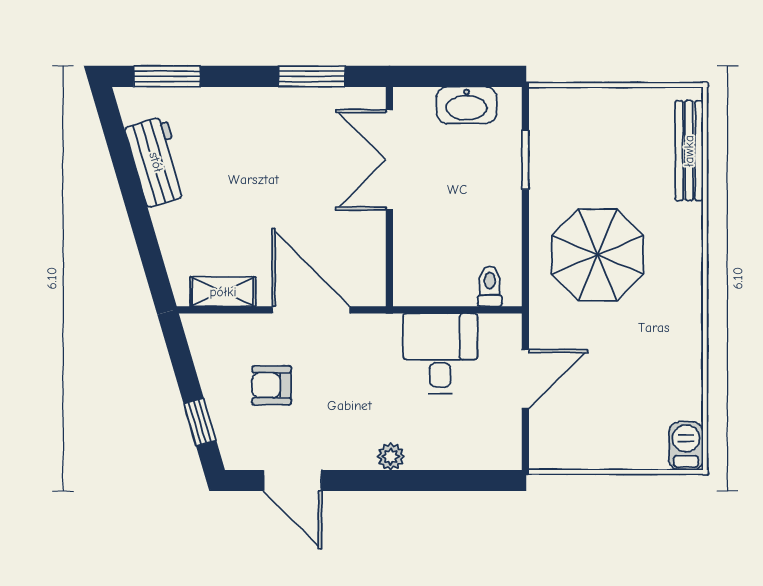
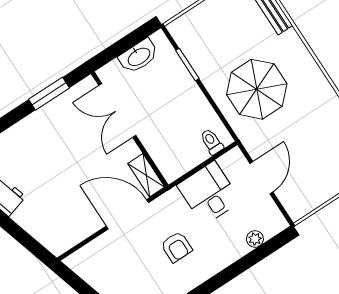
shelving: (223, 292) -> (146, 175), moved, turned 90
armchair: (272, 385) -> (177, 247), moved, turned -90
plant: (391, 457) -> (255, 239), moved

